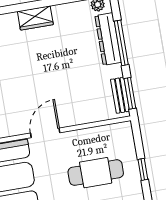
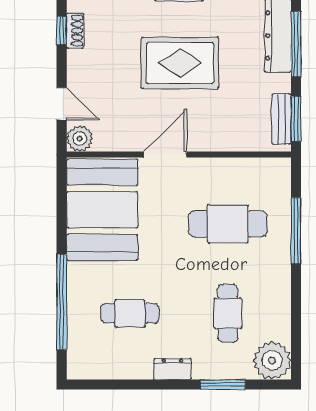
rug: (45, 69) -> (180, 63), added
window: (143, 169) -> (296, 231), width x2.17

